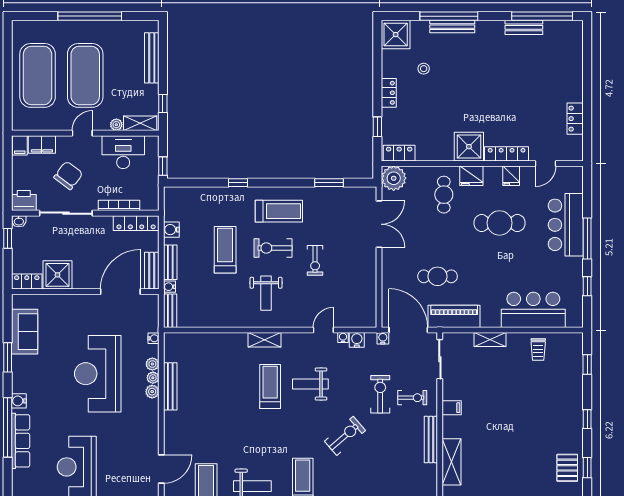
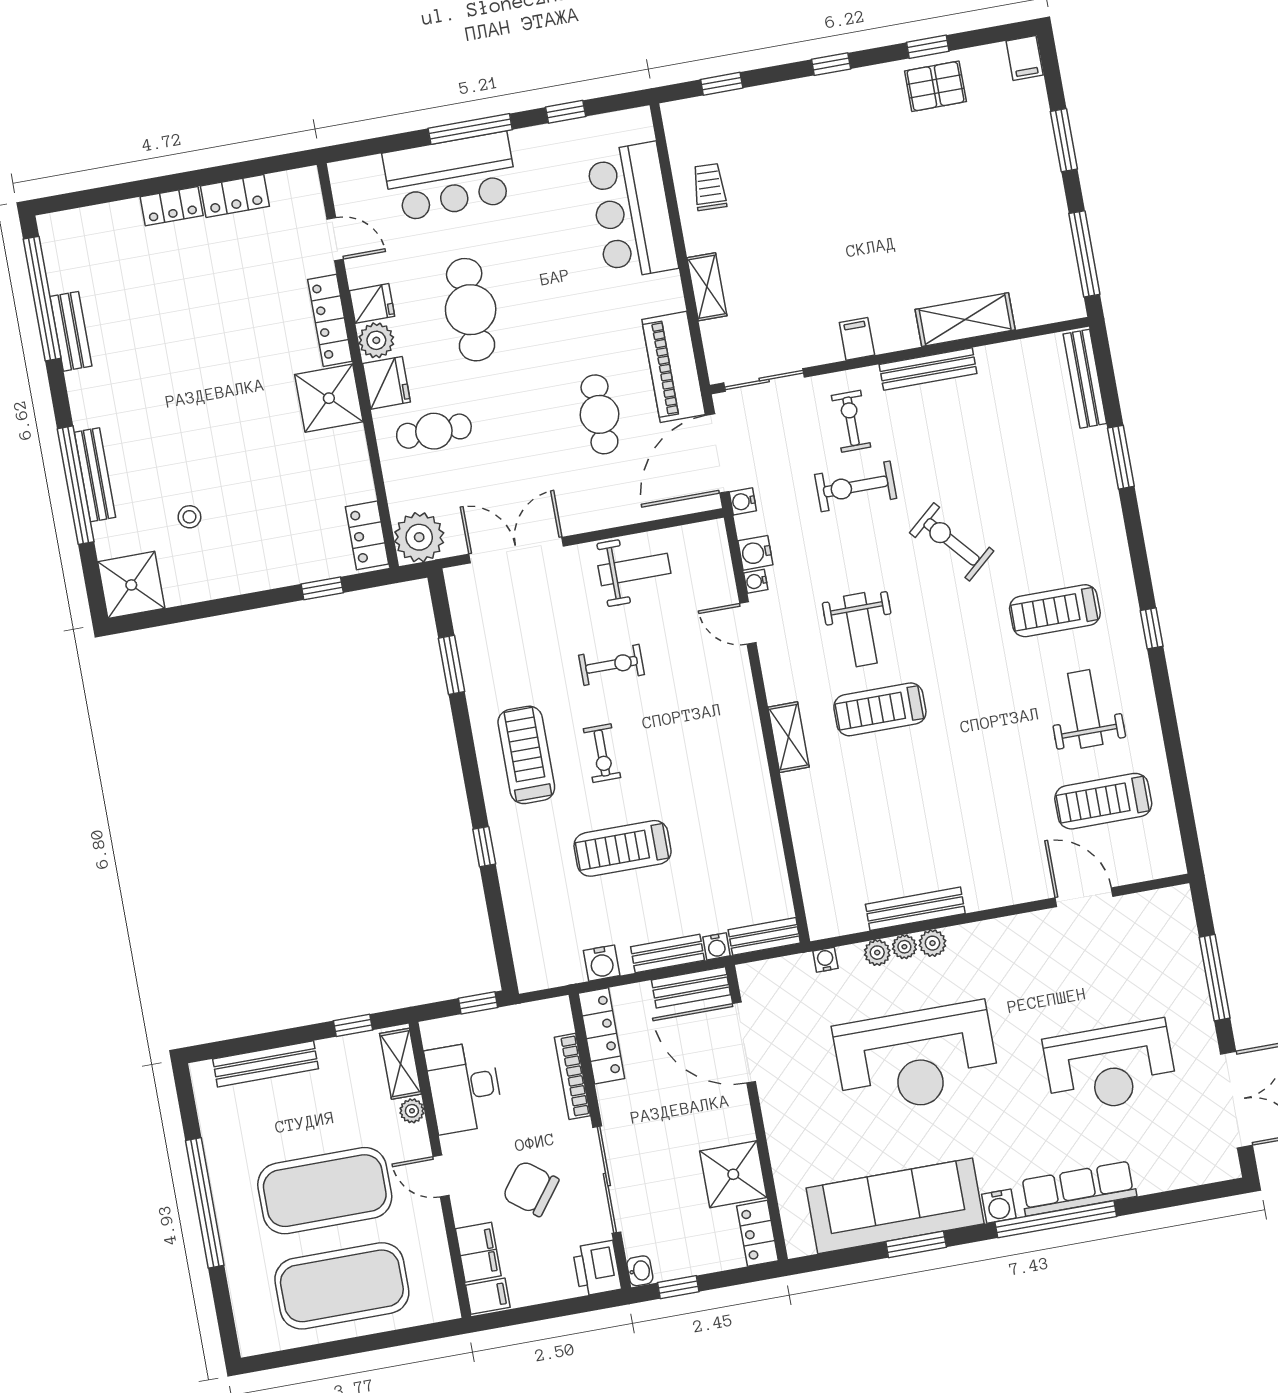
locker: (389, 93) -> (172, 206), moved, turned 180
plant: (493, 175) -> (376, 340), added
exercise bike: (273, 248) -> (602, 753), width x0.73, depth x0.72
weight bench: (266, 293) -> (634, 569), moved
sofa: (25, 332) -> (895, 1206), width x1.85, depth x1.27
trolley: (538, 349) -> (709, 187), turned -88

